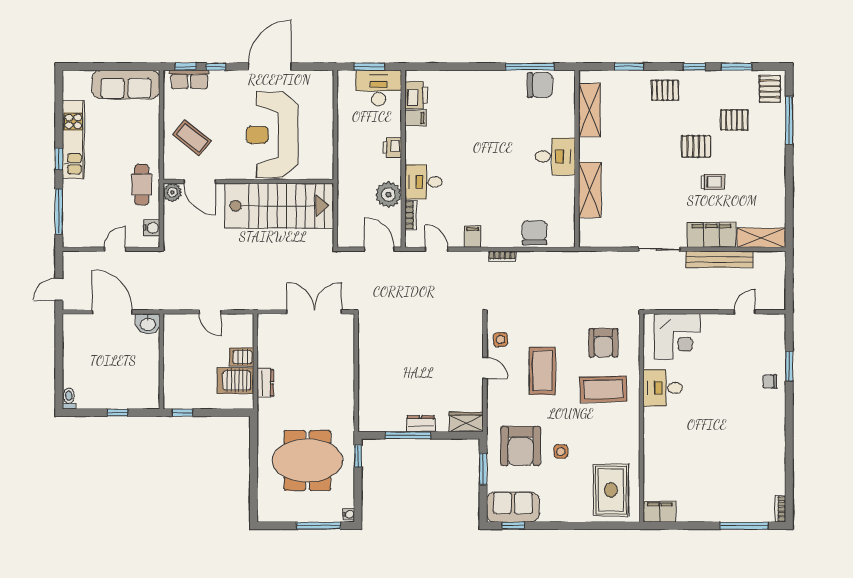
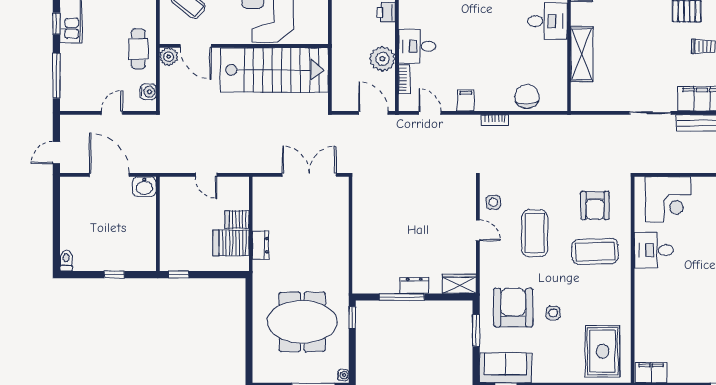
armchair: (521, 446) -> (513, 308), turned 180

